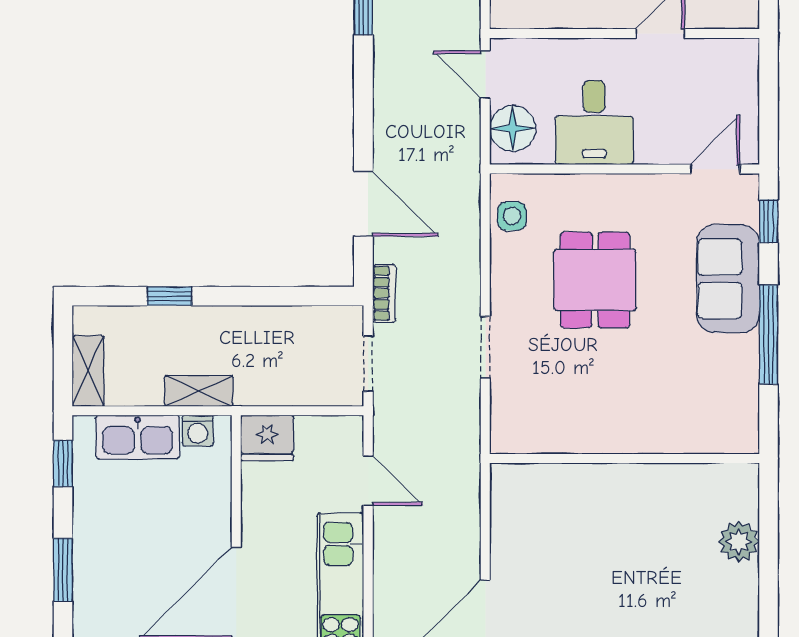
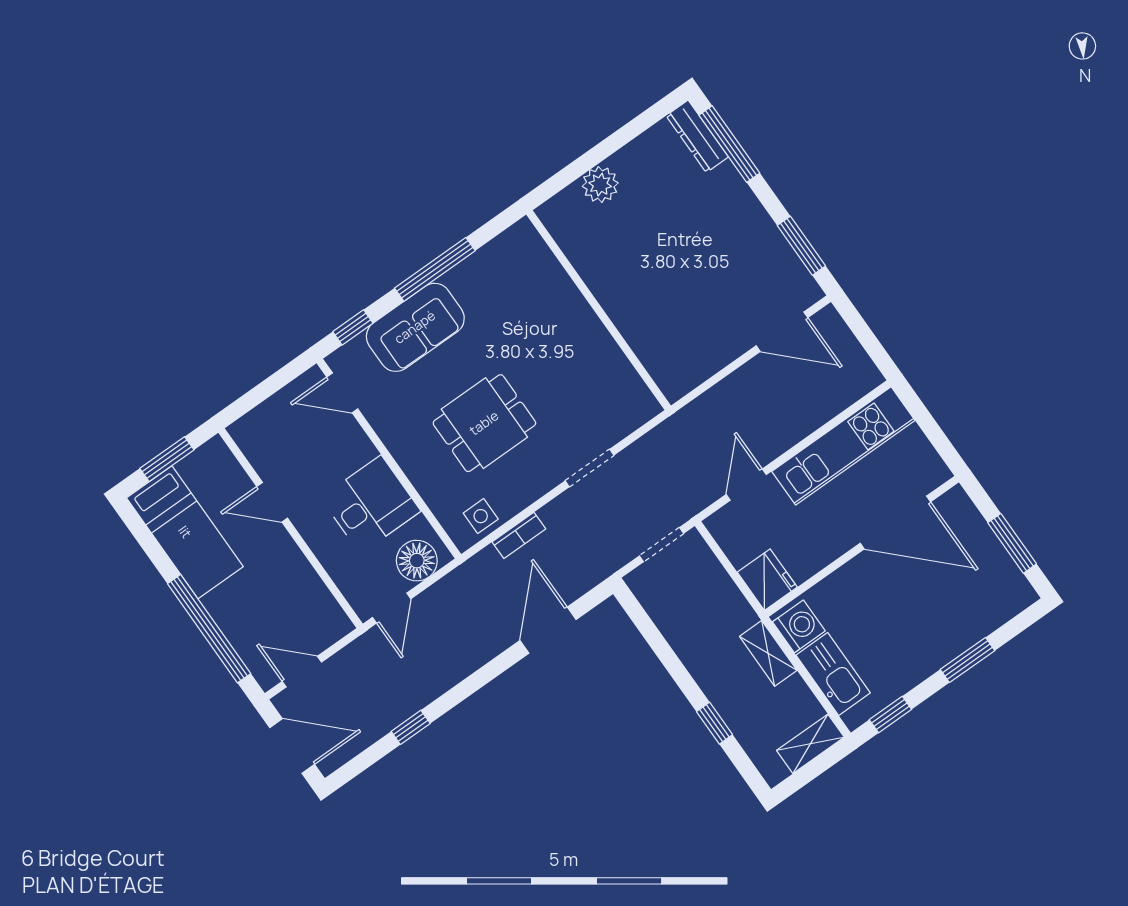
bookcase: (384, 293) -> (519, 535), moved, turned 180
washing machine: (198, 431) -> (799, 626), width x1.38, depth x1.38

